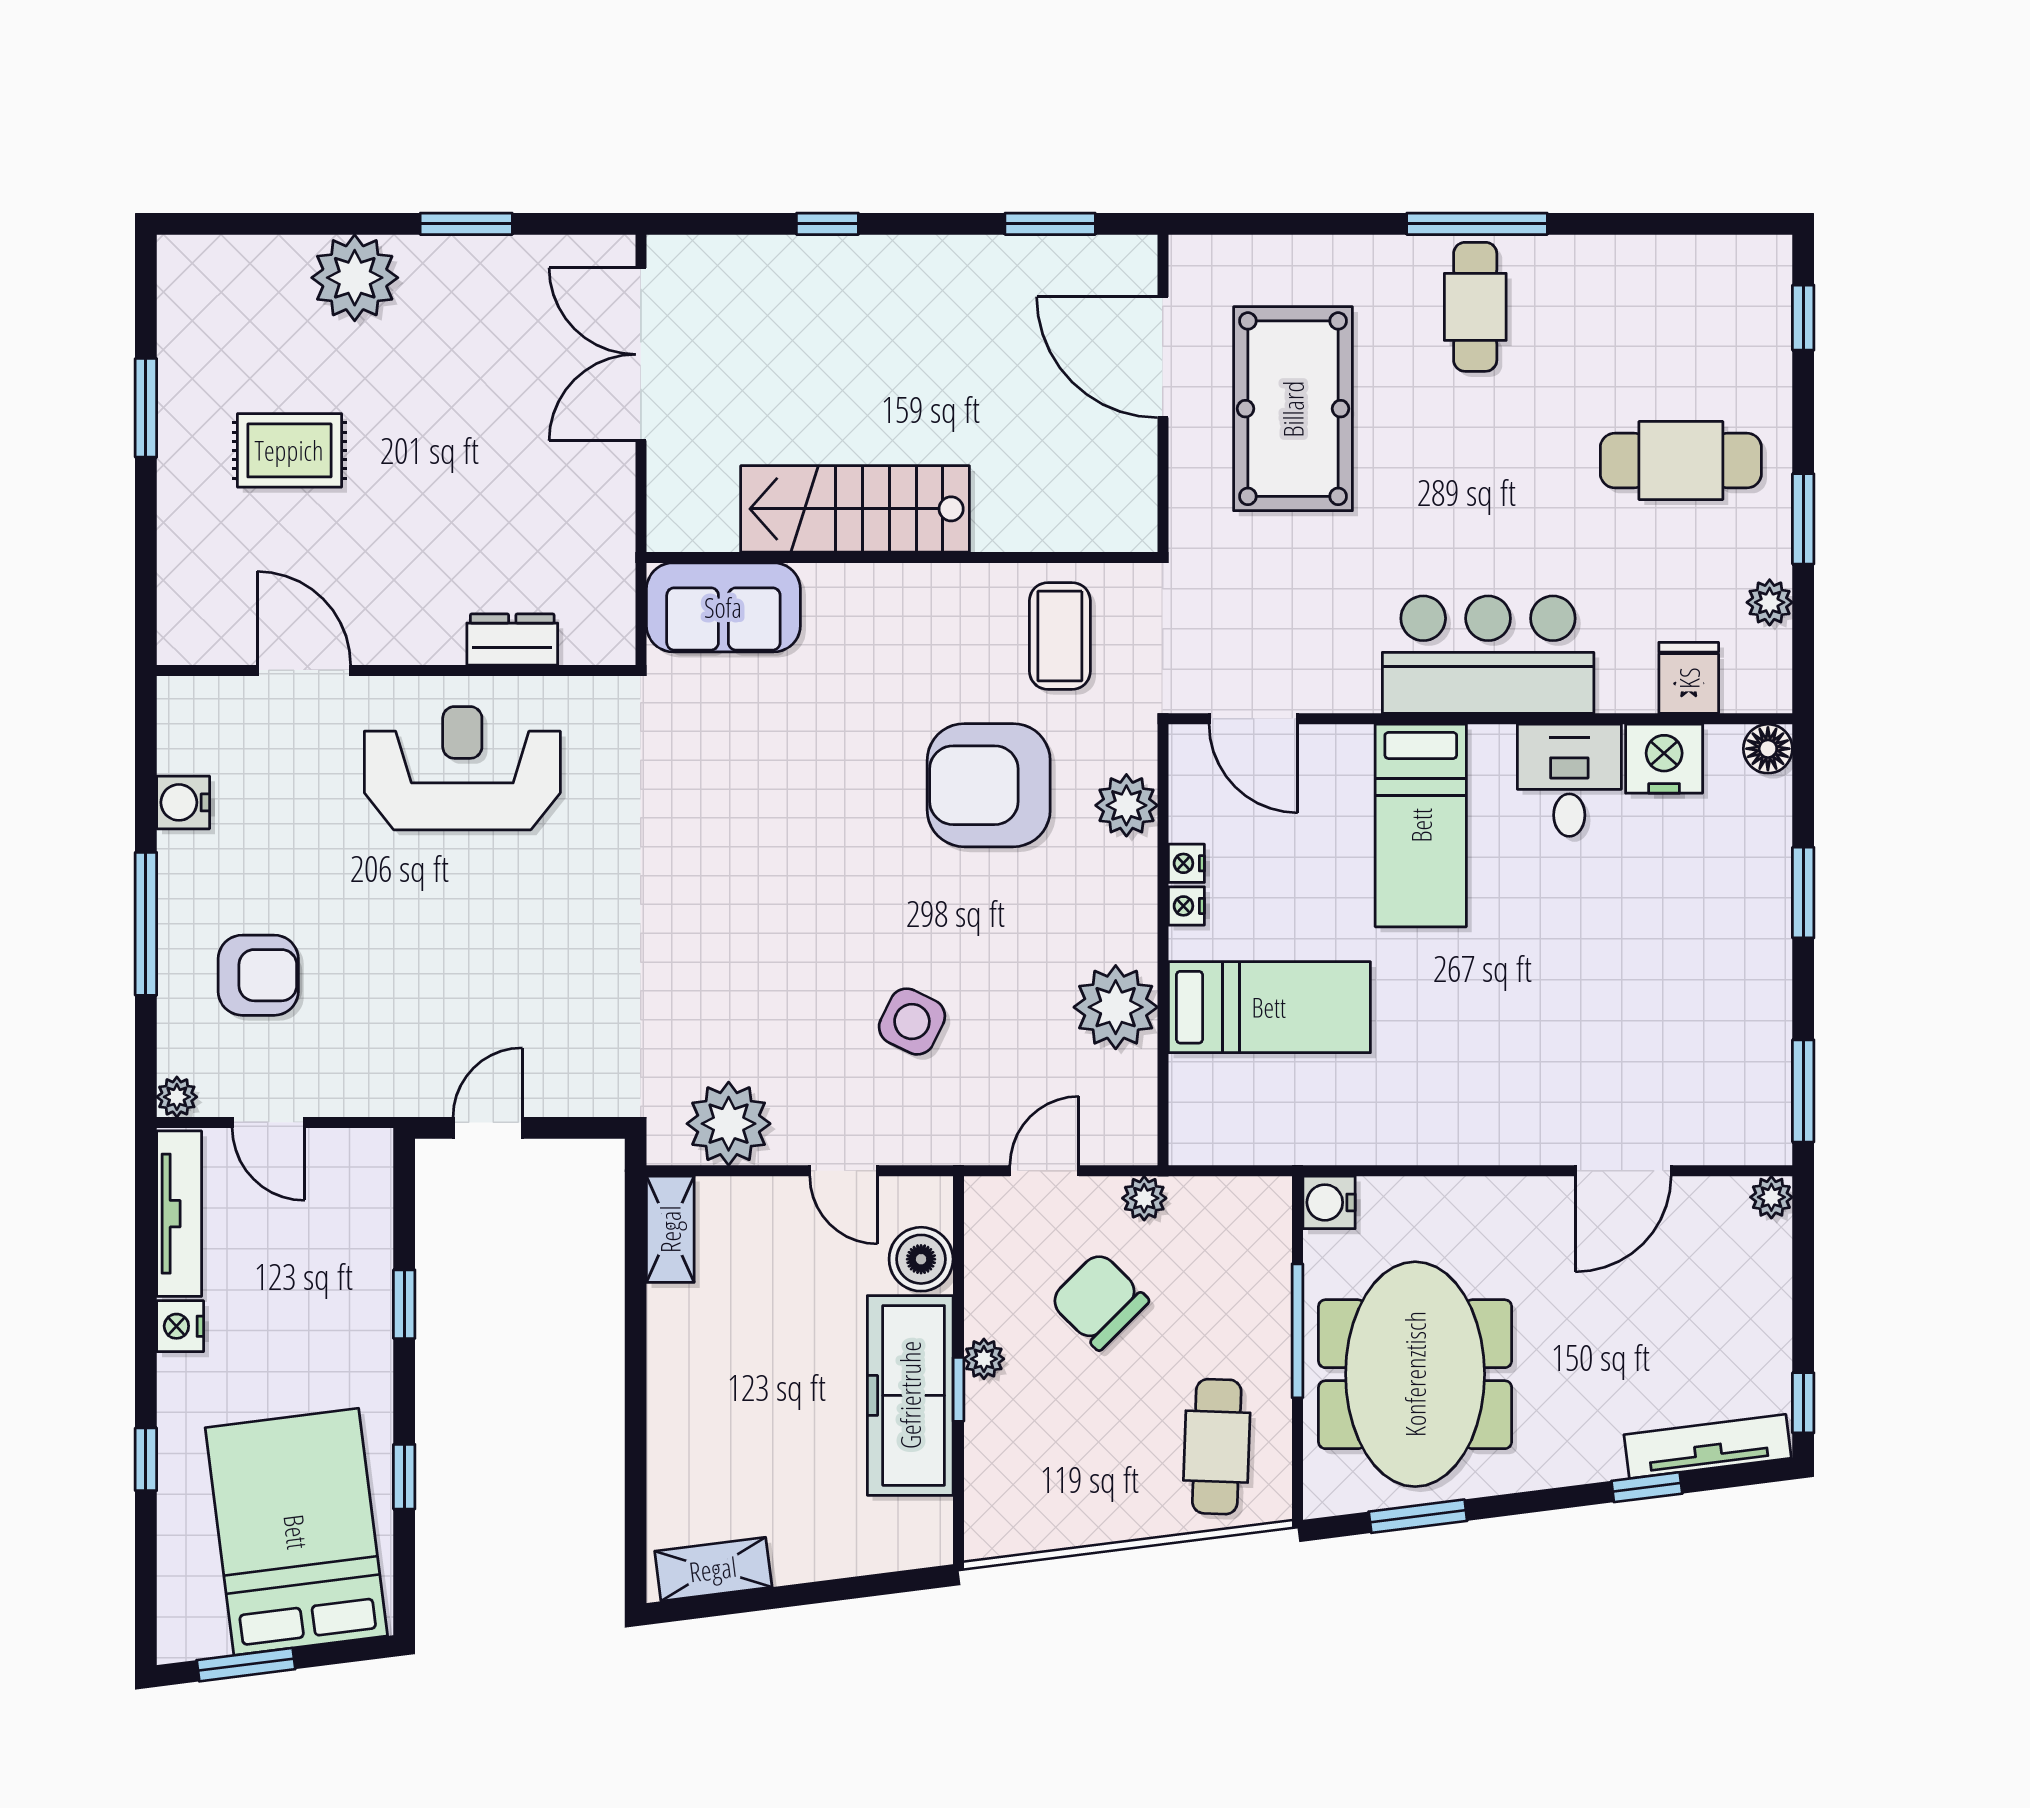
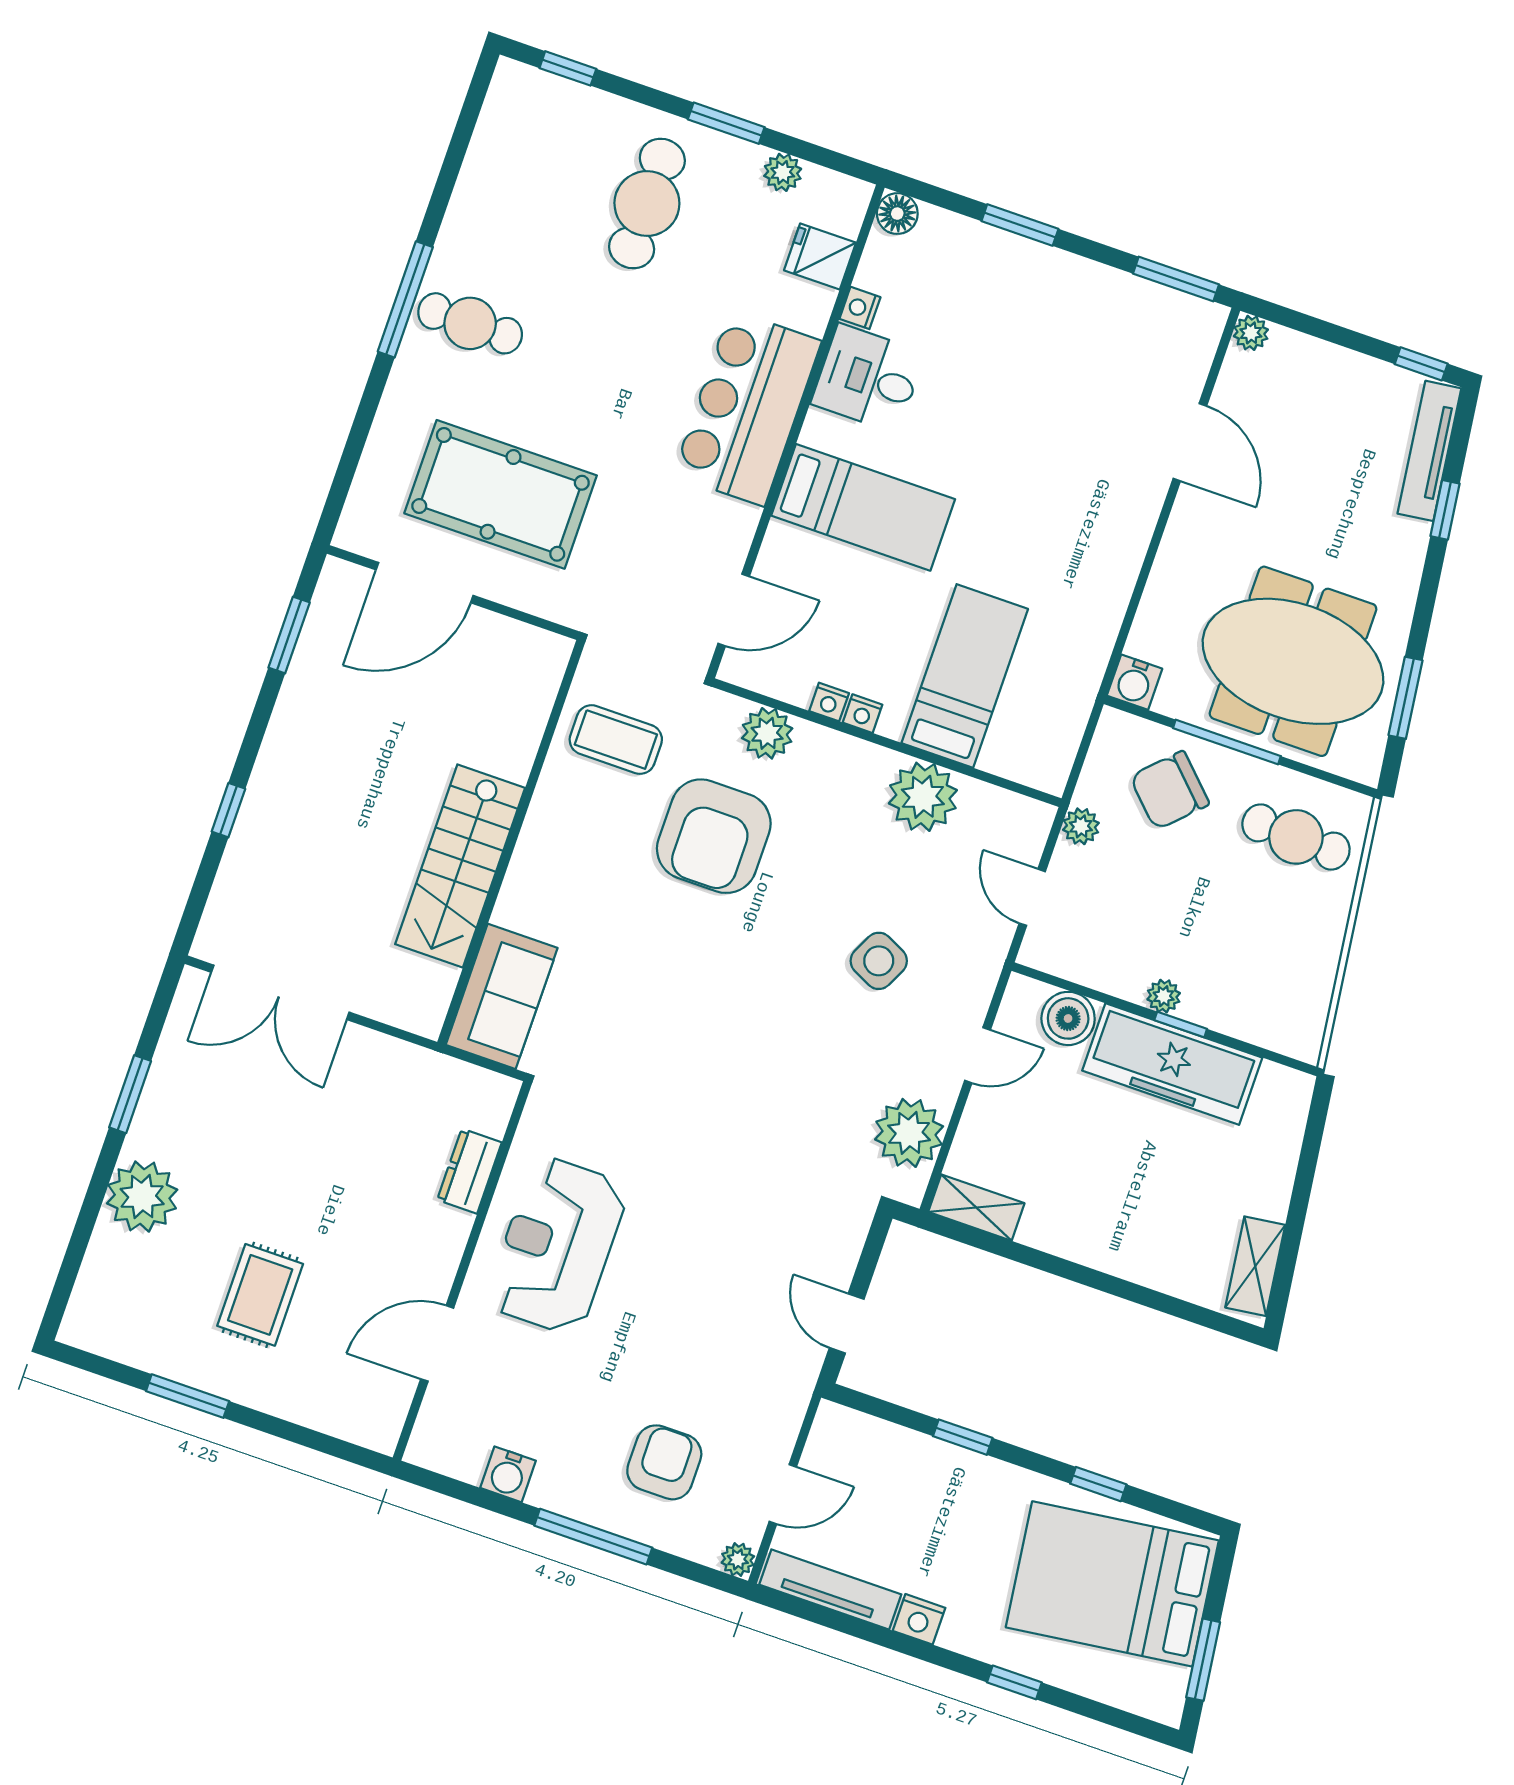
nightstand: (1664, 759) -> (860, 308), width x0.53, depth x0.56
chair: (1099, 1301) -> (1170, 790), moved

